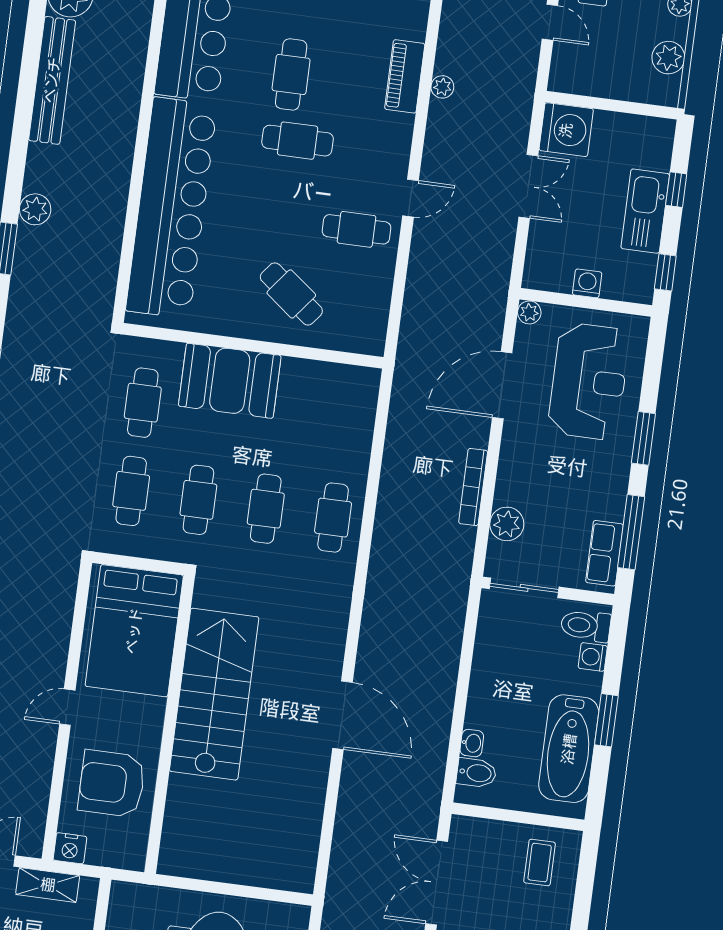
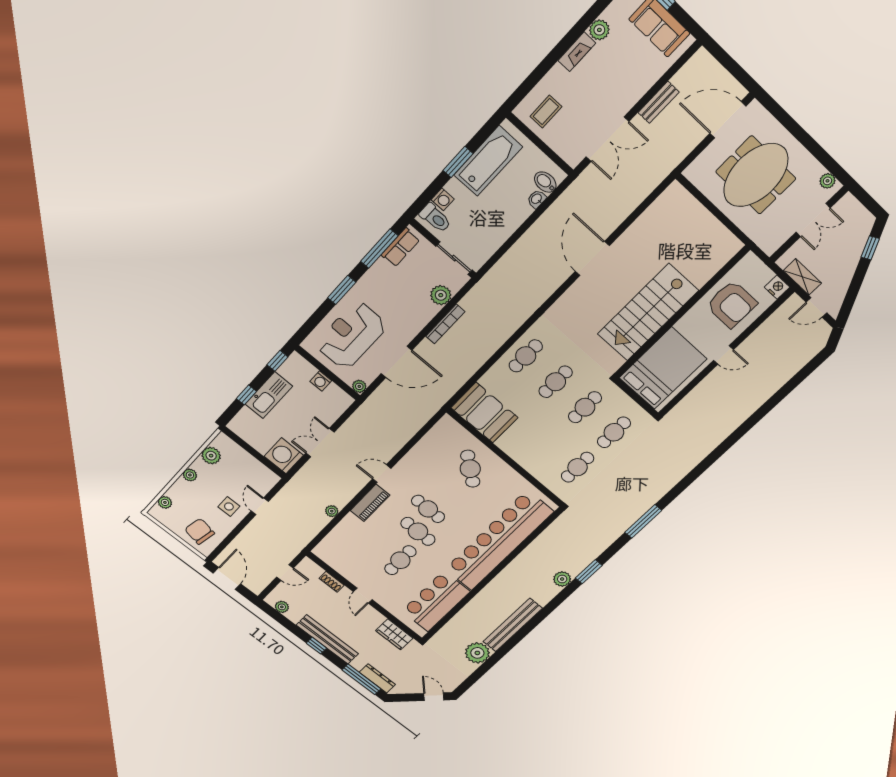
piano: (405, 76) -> (370, 503), moved
cafe table: (357, 229) -> (428, 509), moved
booth: (230, 381) -> (484, 413), moved

